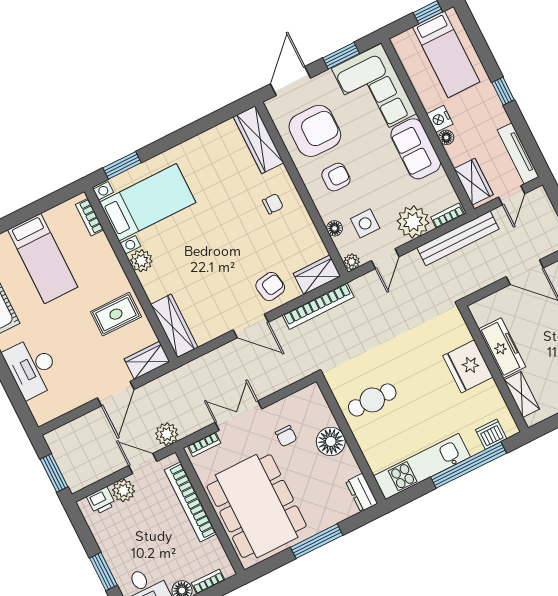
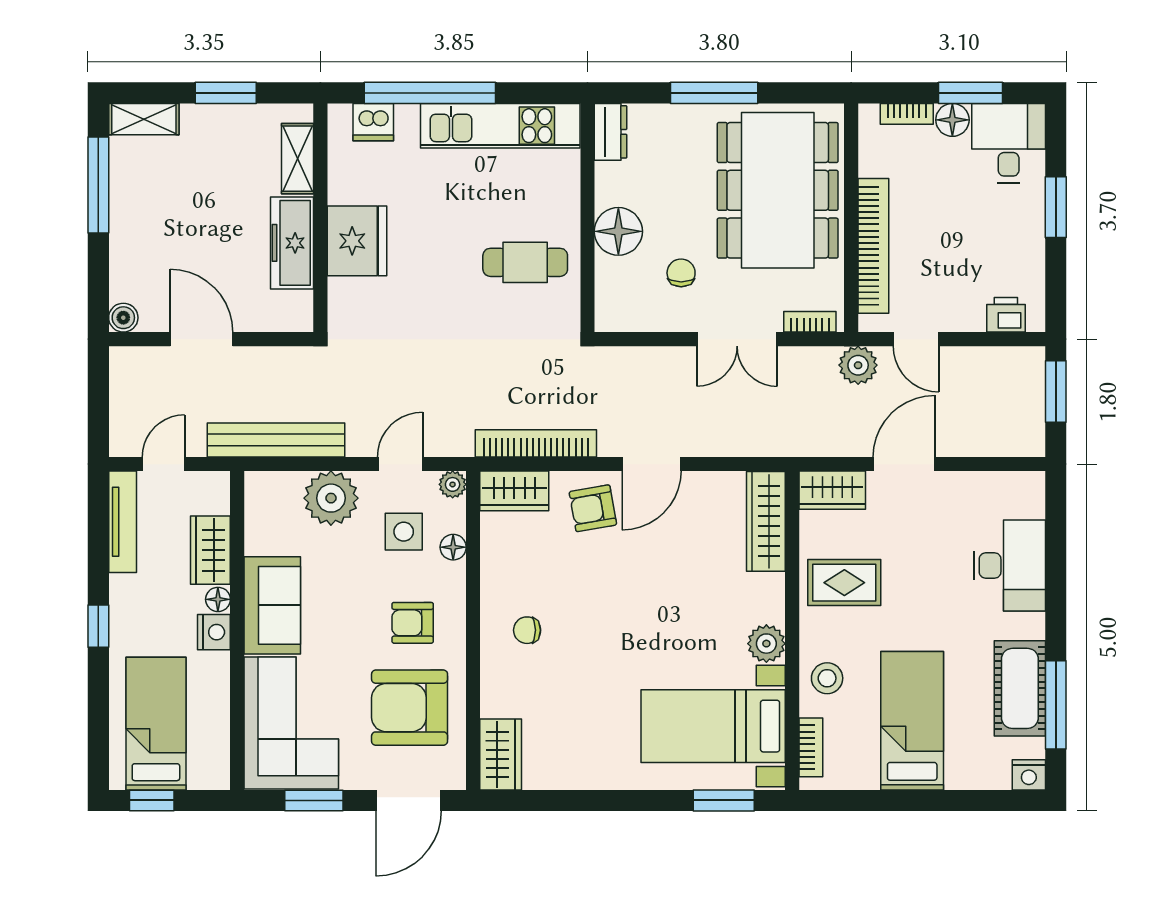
wardrobe: (258, 140) -> (501, 754), width x0.67
wardrobe: (473, 182) -> (210, 550), moved
bookcase: (448, 216) -> (275, 482), removed
stool: (99, 258) -> (827, 678), added
door: (251, 326) -> (652, 464), swing flipped
plant: (123, 491) -> (965, 313), removed

